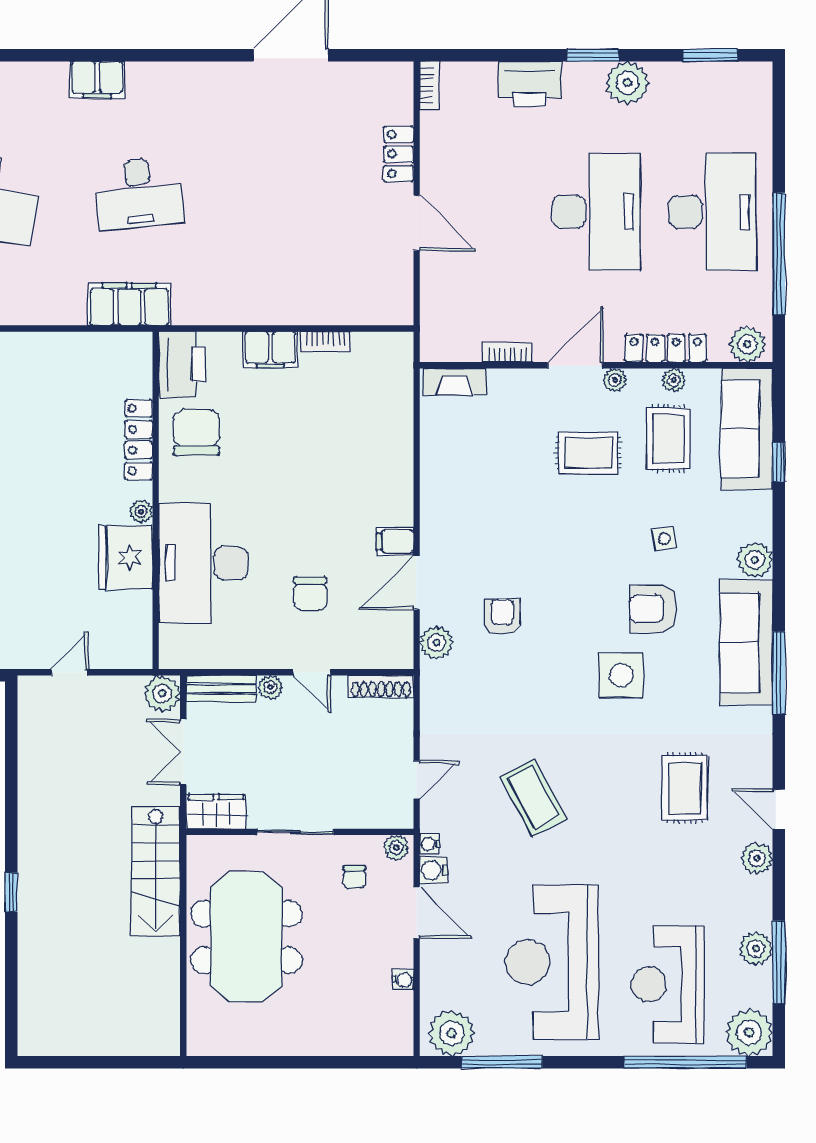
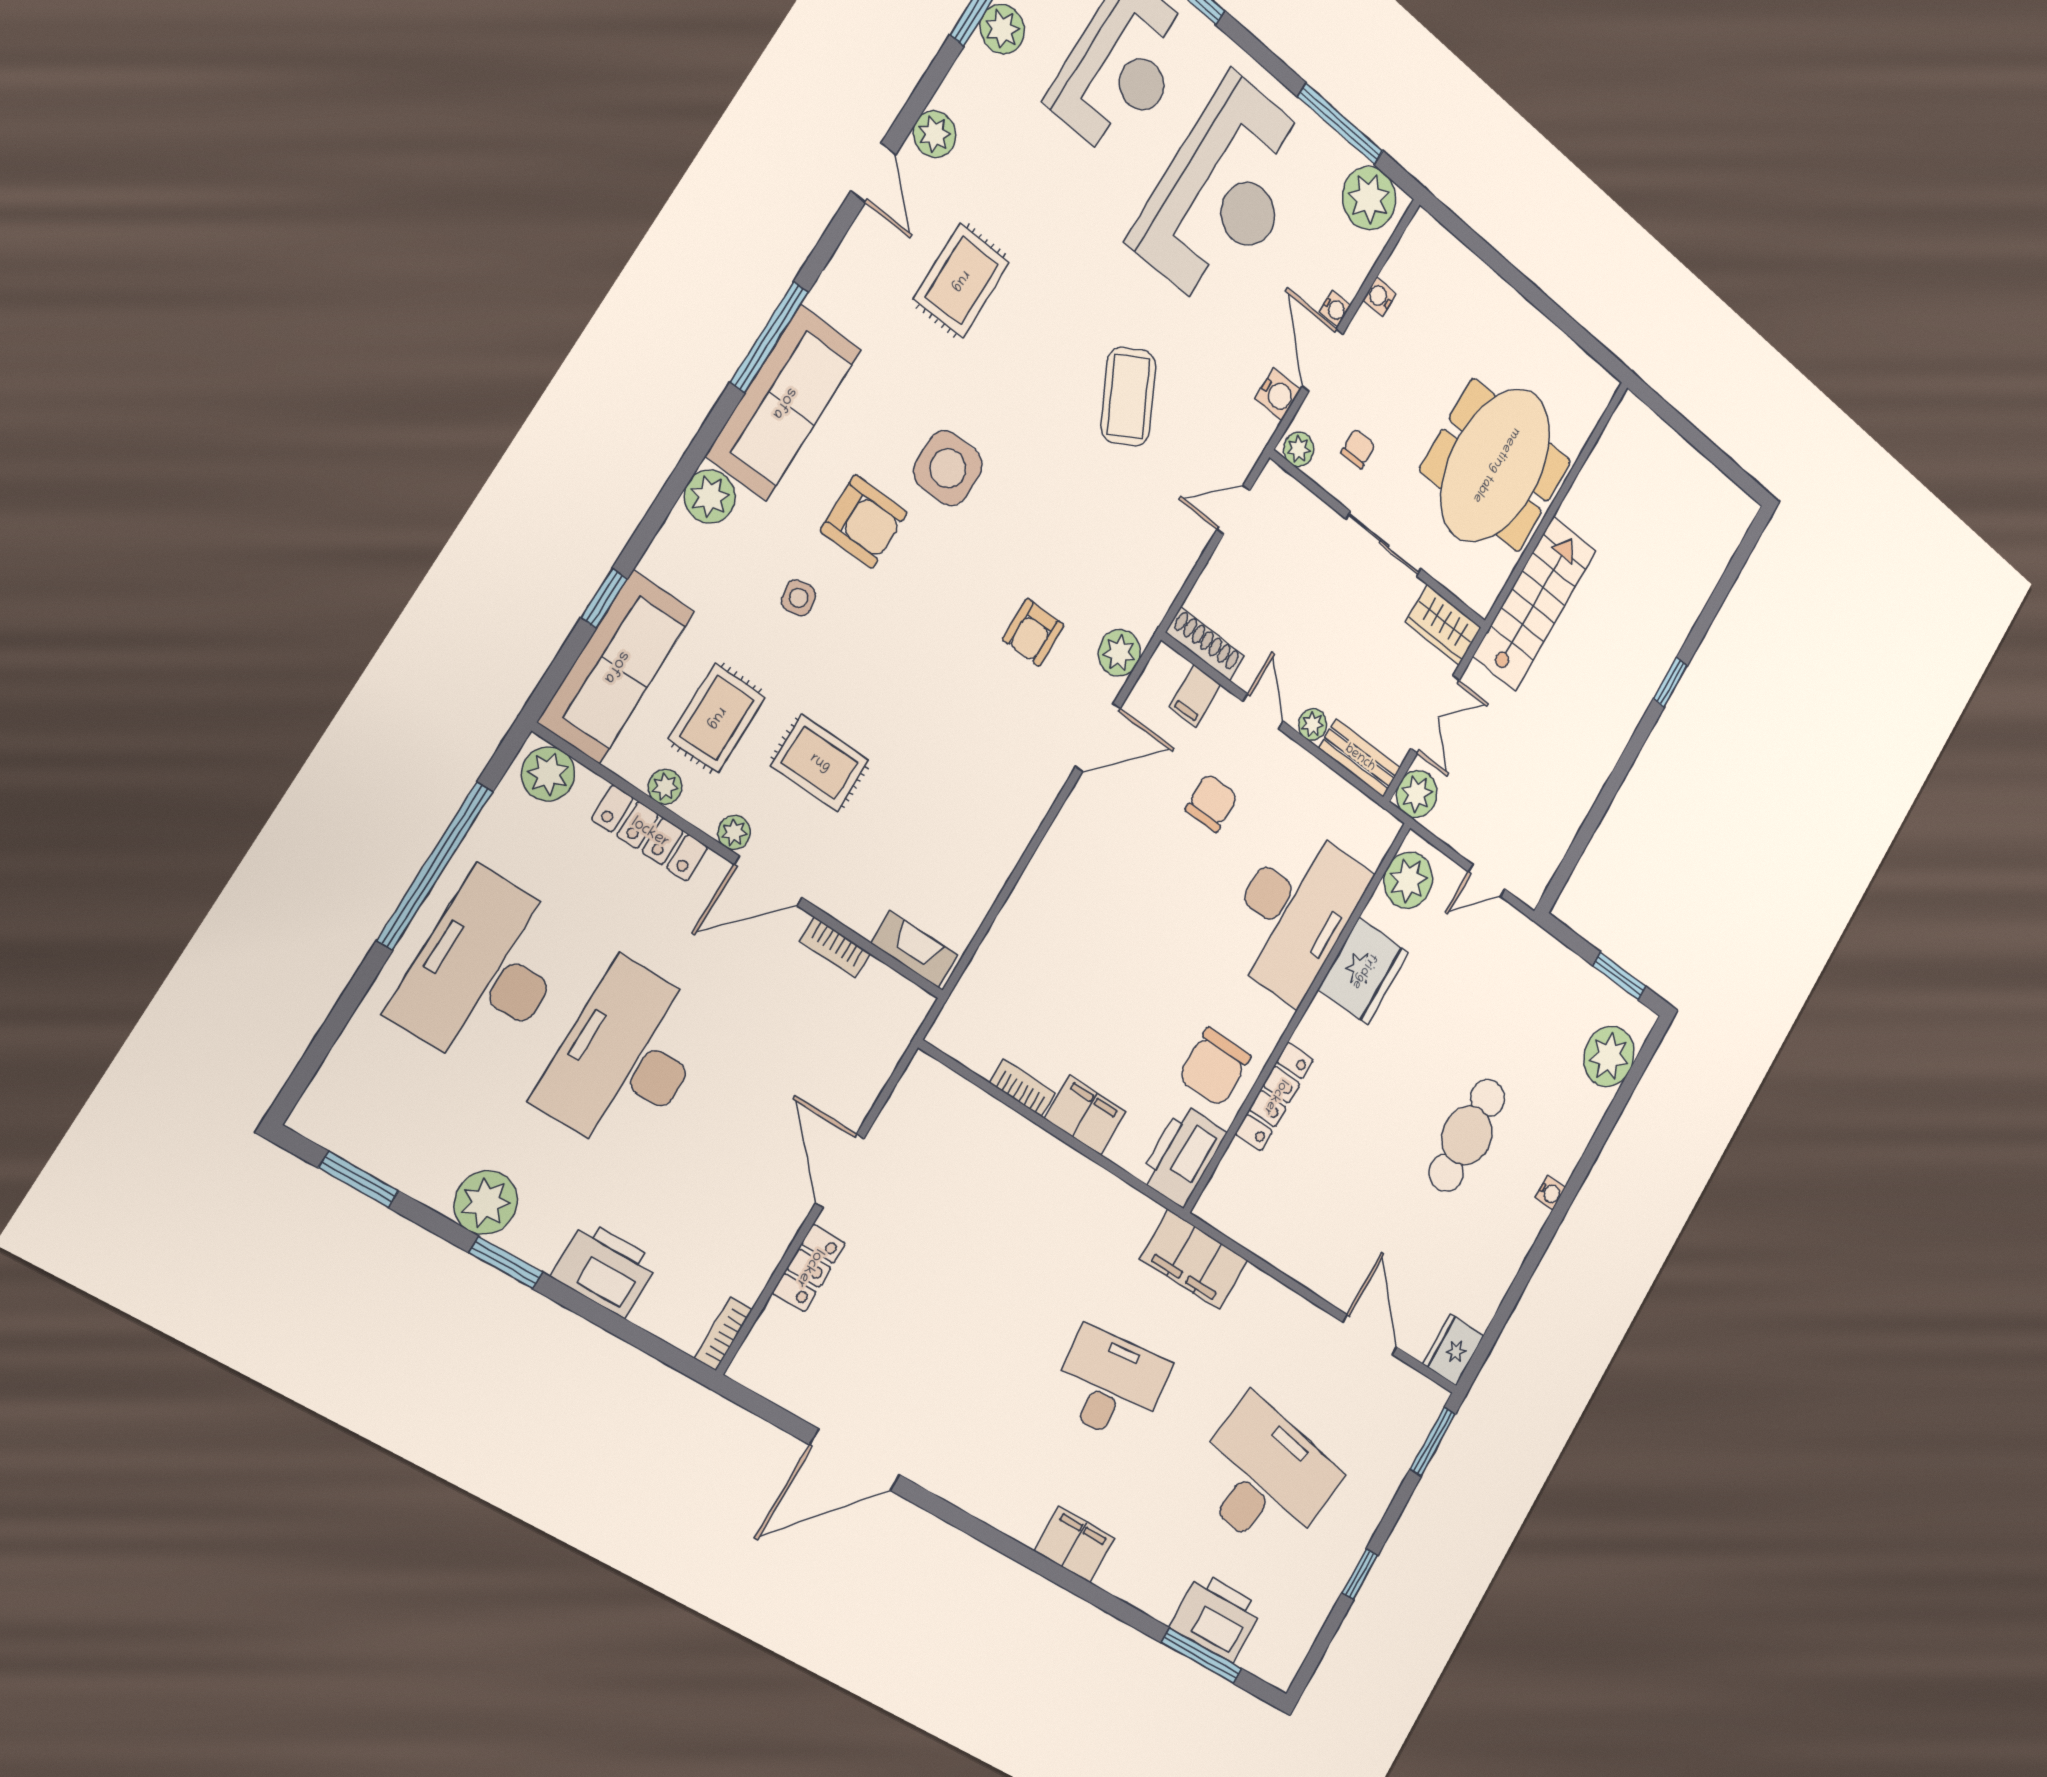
plant: (141, 511) -> (1408, 880), moved, width x1.87, depth x1.87
filing cabinet: (395, 541) -> (1195, 696), moved, turned 90
water cooler: (429, 844) -> (1335, 309), moved

